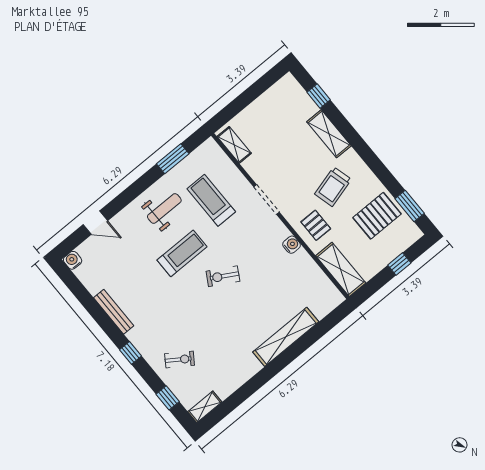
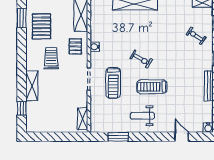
trolley: (333, 187) -> (51, 58), turned -75
treadmill: (211, 200) -> (113, 83), moved
pallet: (377, 216) -> (41, 26), turned 90

